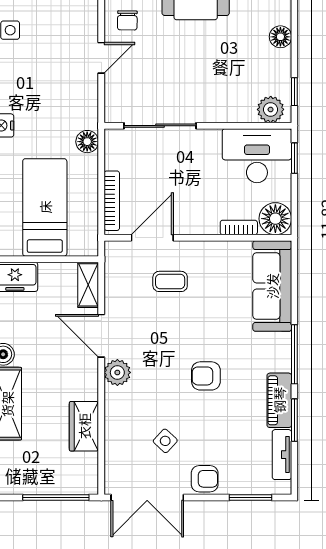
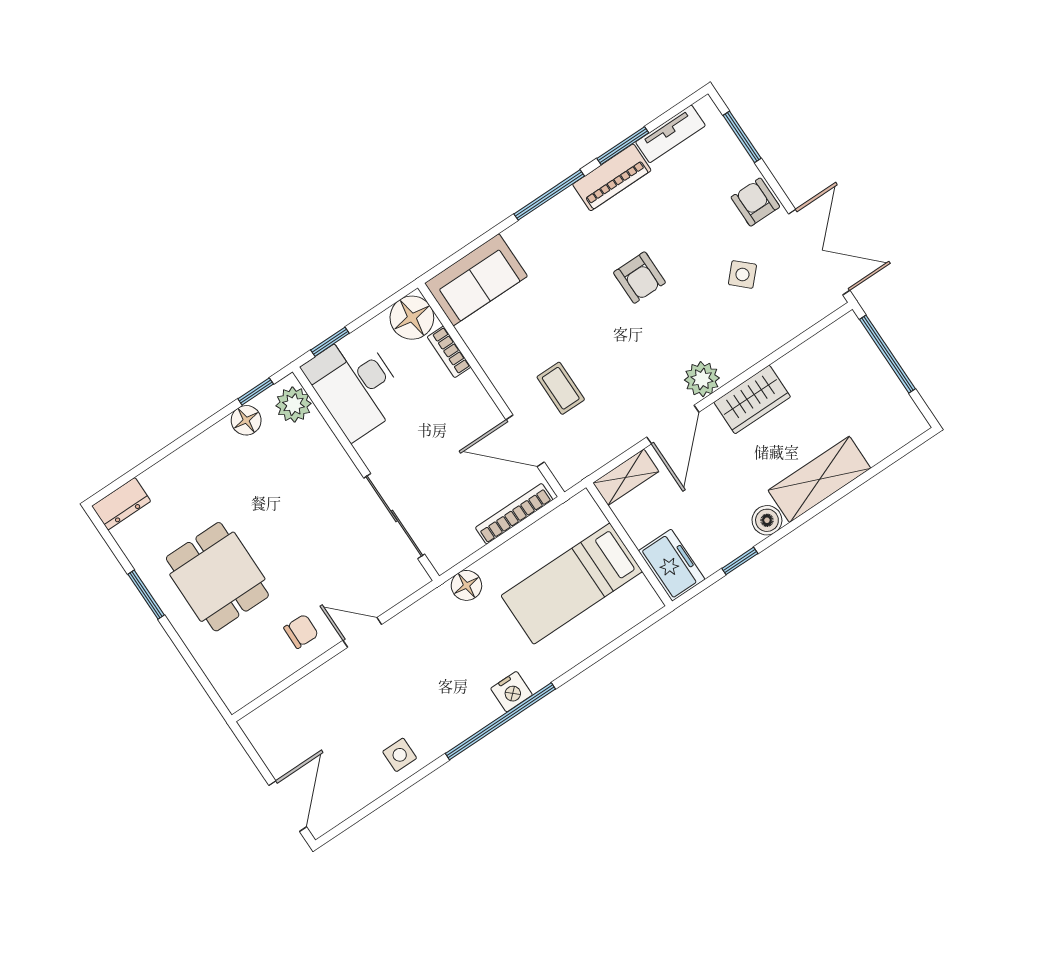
floor lamp: (280, 37) -> (246, 420), moved
sofa: (272, 286) -> (476, 280), width x0.73
wardrobe: (84, 426) -> (752, 399), moved

